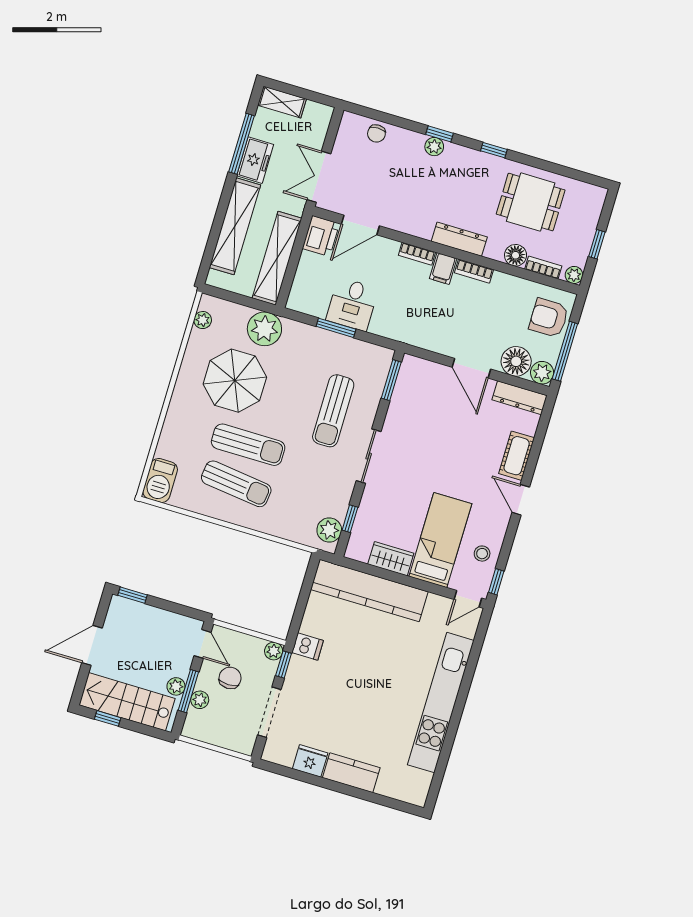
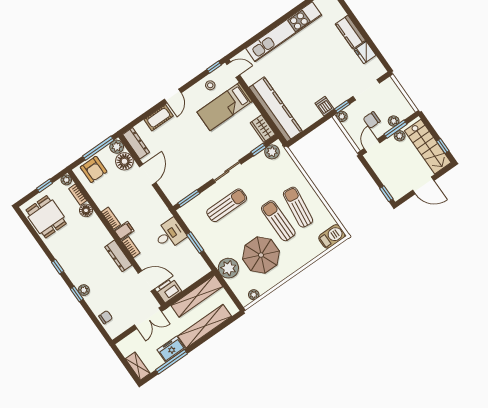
dining table: (531, 202) -> (46, 217), moved
dresser: (459, 239) -> (118, 256), moved
desk: (352, 304) -> (170, 234), moved
wardrobe: (391, 559) -> (263, 129), moved

